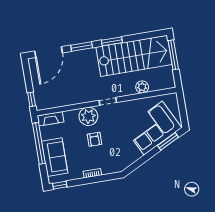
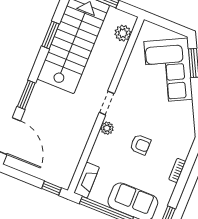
window: (112, 41) -> (51, 35), moved
plant: (142, 87) -> (123, 33), moved
plant: (88, 116) -> (107, 128), width x0.53, depth x0.53

